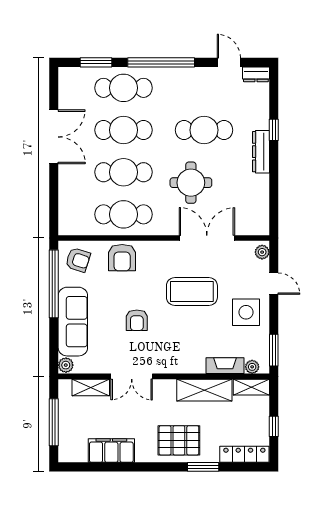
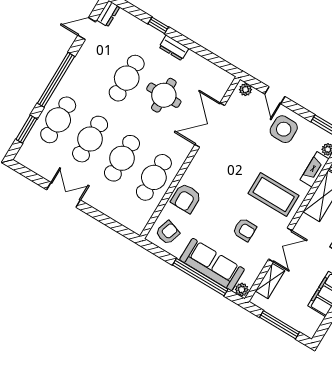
double door: (54, 137) -> (63, 195), width x0.73
dresser: (261, 152) -> (174, 48), width x0.70
round table: (191, 183) -> (164, 95), moved
armchair: (122, 258) -> (186, 198), turned 90
window: (54, 284) -> (200, 277), moved
door: (274, 284) -> (275, 95), swing flipped
coffee table: (192, 292) -> (274, 194), moved, turned 90
armchair: (137, 320) -> (245, 230), moved

